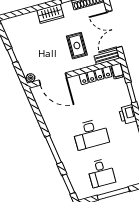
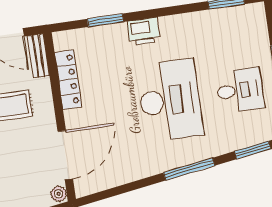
filing cabinet: (118, 71) -> (65, 40), removed
desk: (91, 134) -> (170, 100), width x1.36, depth x1.30

